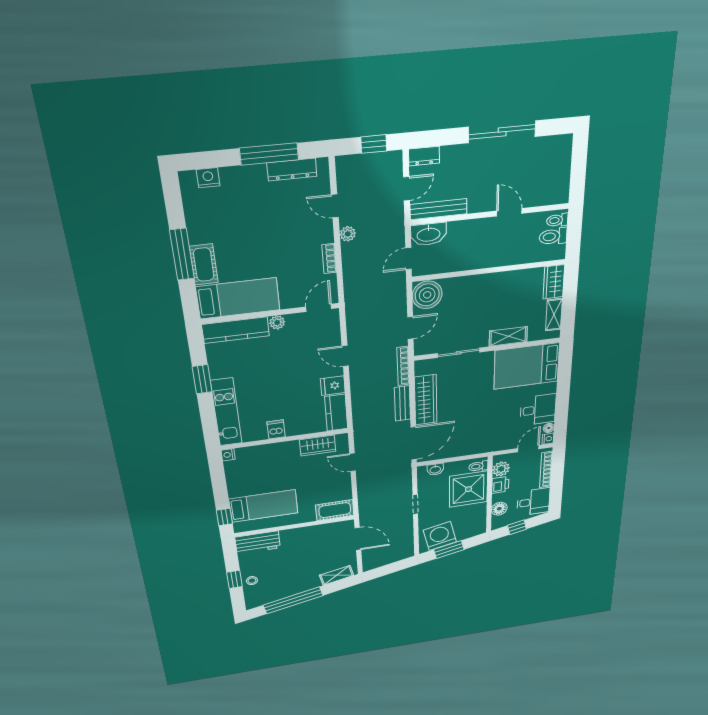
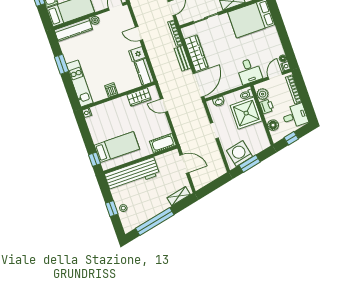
desk: (538, 410) -> (249, 71), moved, turned 90
workbench: (258, 543) -> (132, 174), width x1.88, depth x1.32

